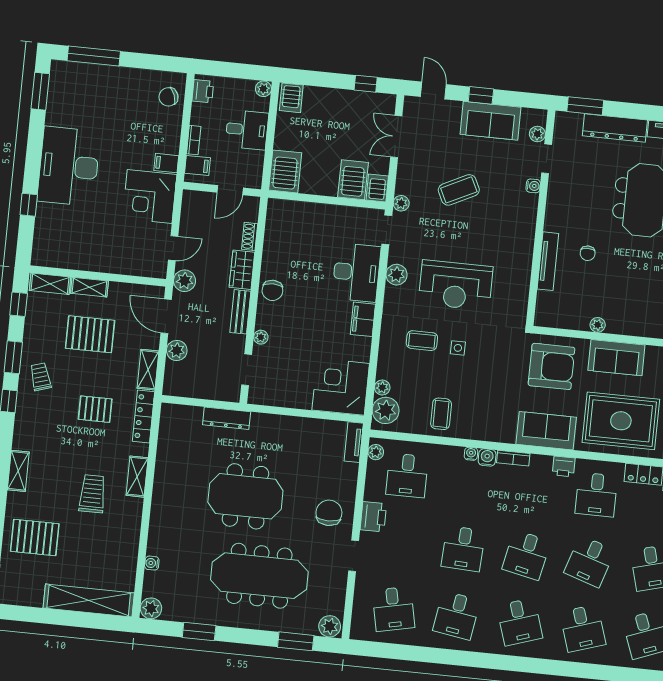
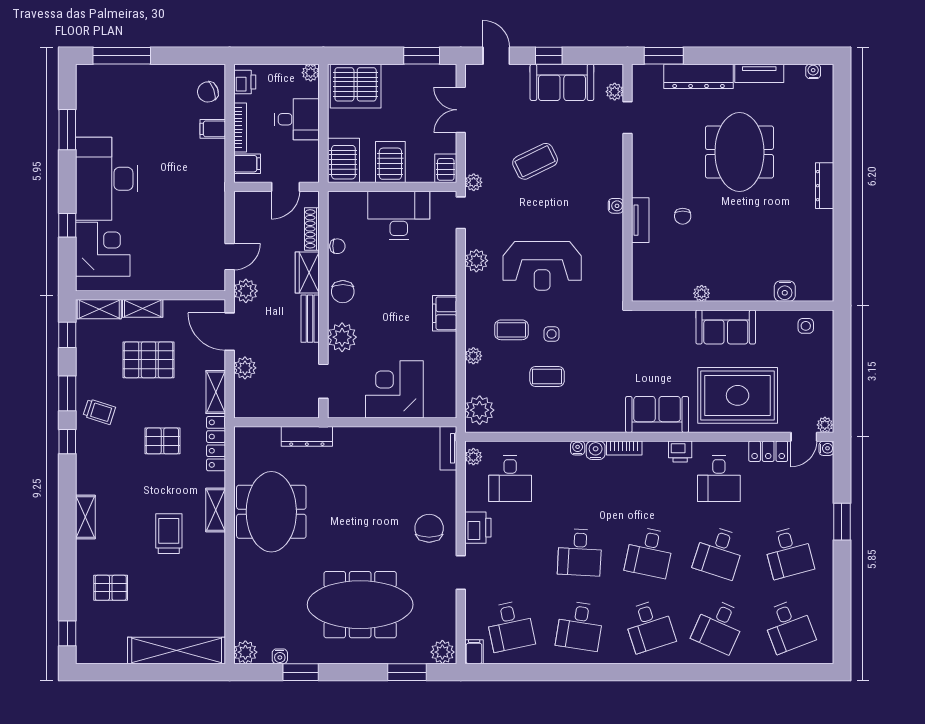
window: (366, 84) -> (422, 56), width x1.50
window: (40, 91) -> (67, 130), moved
server rack: (291, 98) -> (356, 86), width x2.18, depth x1.44
bookcase: (194, 140) -> (240, 127), width x1.56
filing cabinet: (166, 163) -> (213, 129), moved
server rack: (353, 180) -> (390, 162), moved
water cooler: (533, 186) -> (616, 206), moved
corner desk: (150, 197) -> (103, 249), moved, turned 180
shoe rack: (250, 236) -> (312, 229), width x1.43
chair: (272, 249) -> (337, 246), added
tv unit: (548, 261) -> (640, 220), width x0.71
desk: (356, 272) -> (399, 215), moved, turned -90
plant: (261, 337) -> (342, 337), width x1.88, depth x1.88
armchair: (551, 366) -> (656, 344), removed
trolley: (41, 377) -> (99, 412), turned 125
corner desk: (341, 387) -> (394, 389), moved
plant: (382, 387) -> (473, 356), moved
coffee table: (441, 414) -> (547, 377), moved, turned 90
meeting table: (245, 496) -> (271, 512), moved, turned 90
pallet: (35, 538) -> (111, 588), width x0.67, depth x0.71
water cooler: (152, 563) -> (280, 656), moved, turned -90
desk: (583, 628) -> (719, 626), turned 42
filing cabinet: (358, 629) -> (474, 652), added

